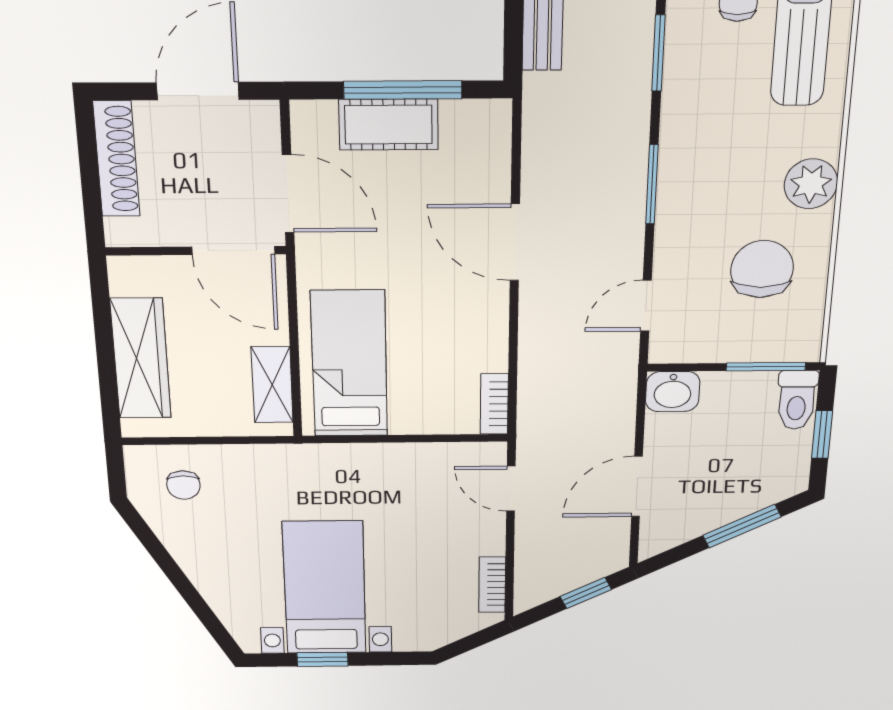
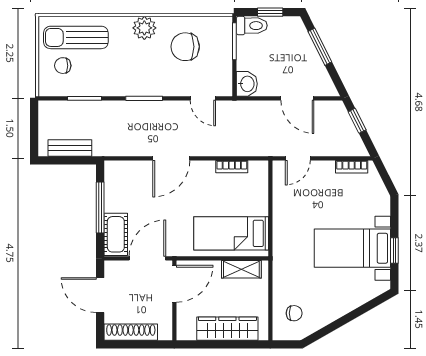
cot: (389, 125) -> (116, 234), moved
bookcase: (494, 404) -> (232, 167), moved

